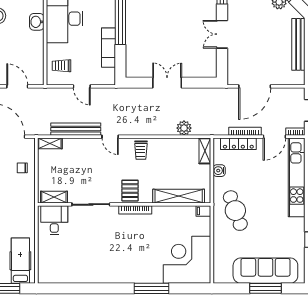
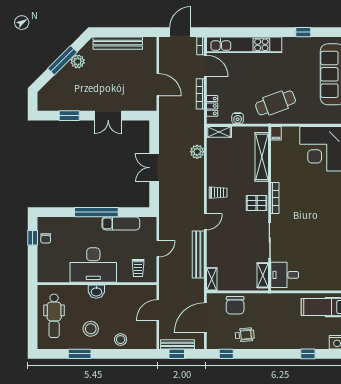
door: (255, 86) -> (158, 85), width x0.73
locker: (238, 144) -> (212, 106), width x0.66
chair: (22, 168) -> (235, 305), width x1.87, depth x1.87

